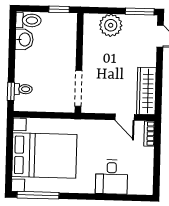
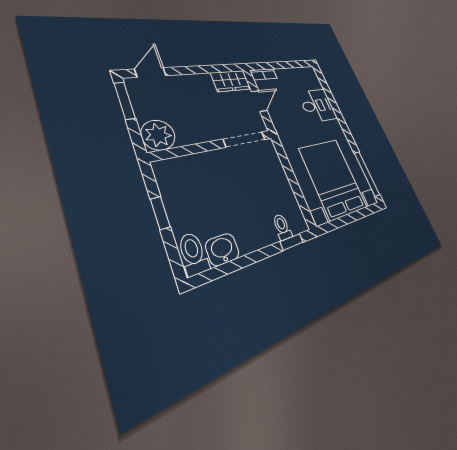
wall: (79, 63) -> (215, 145), moved
doorway: (78, 88) -> (245, 139), moved
wardrobe: (146, 91) -> (231, 81), width x0.67

